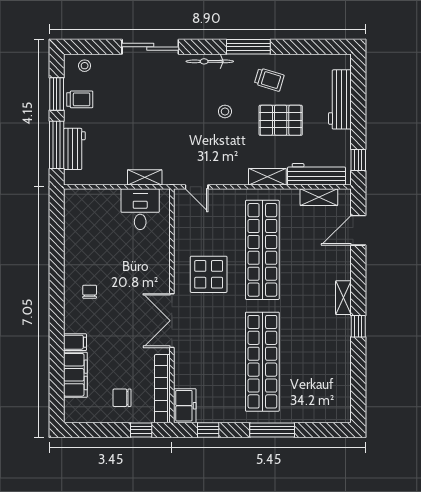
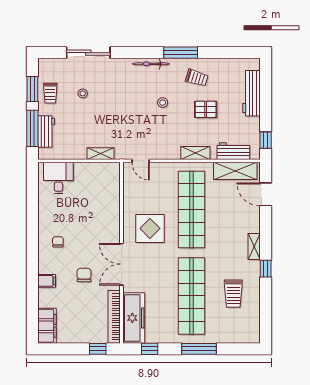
sliding door: (150, 47) -> (88, 53), moved
stool: (85, 66) -> (83, 93), moved
trolley: (80, 99) -> (50, 93), turned 90
pallet: (281, 120) -> (206, 109), width x0.67, depth x0.71
workbench: (316, 174) -> (233, 151), width x0.73
shelving: (319, 197) -> (235, 171), width x1.50, depth x1.33
desk: (140, 209) -> (58, 178), moved
door: (358, 230) -> (266, 194), hinge flipped
trolley: (316, 359) -> (233, 294), added
filing cabinet: (75, 375) -> (47, 326), moved
chair: (122, 398) -> (84, 275), moved, turned 90
freezer: (185, 406) -> (134, 318), width x1.91, depth x1.26

